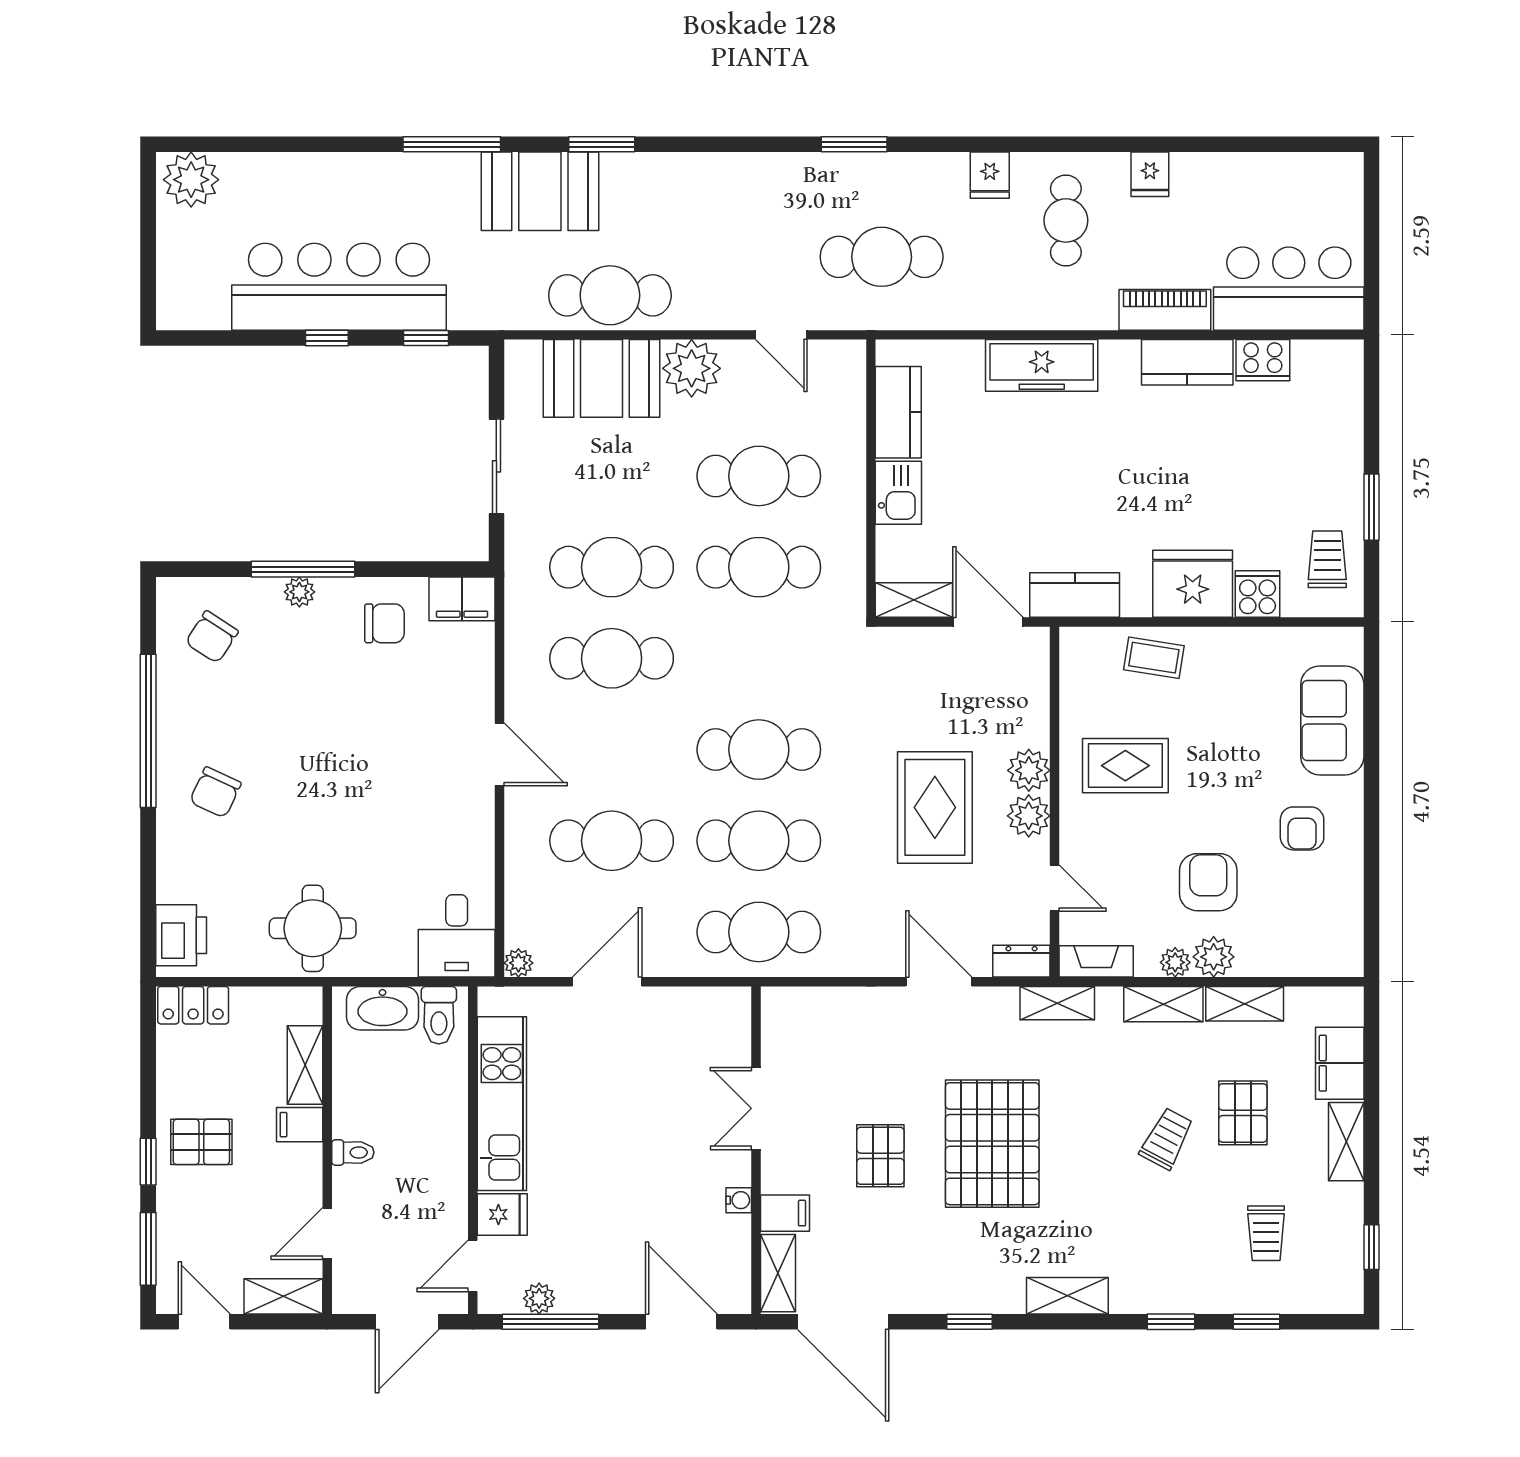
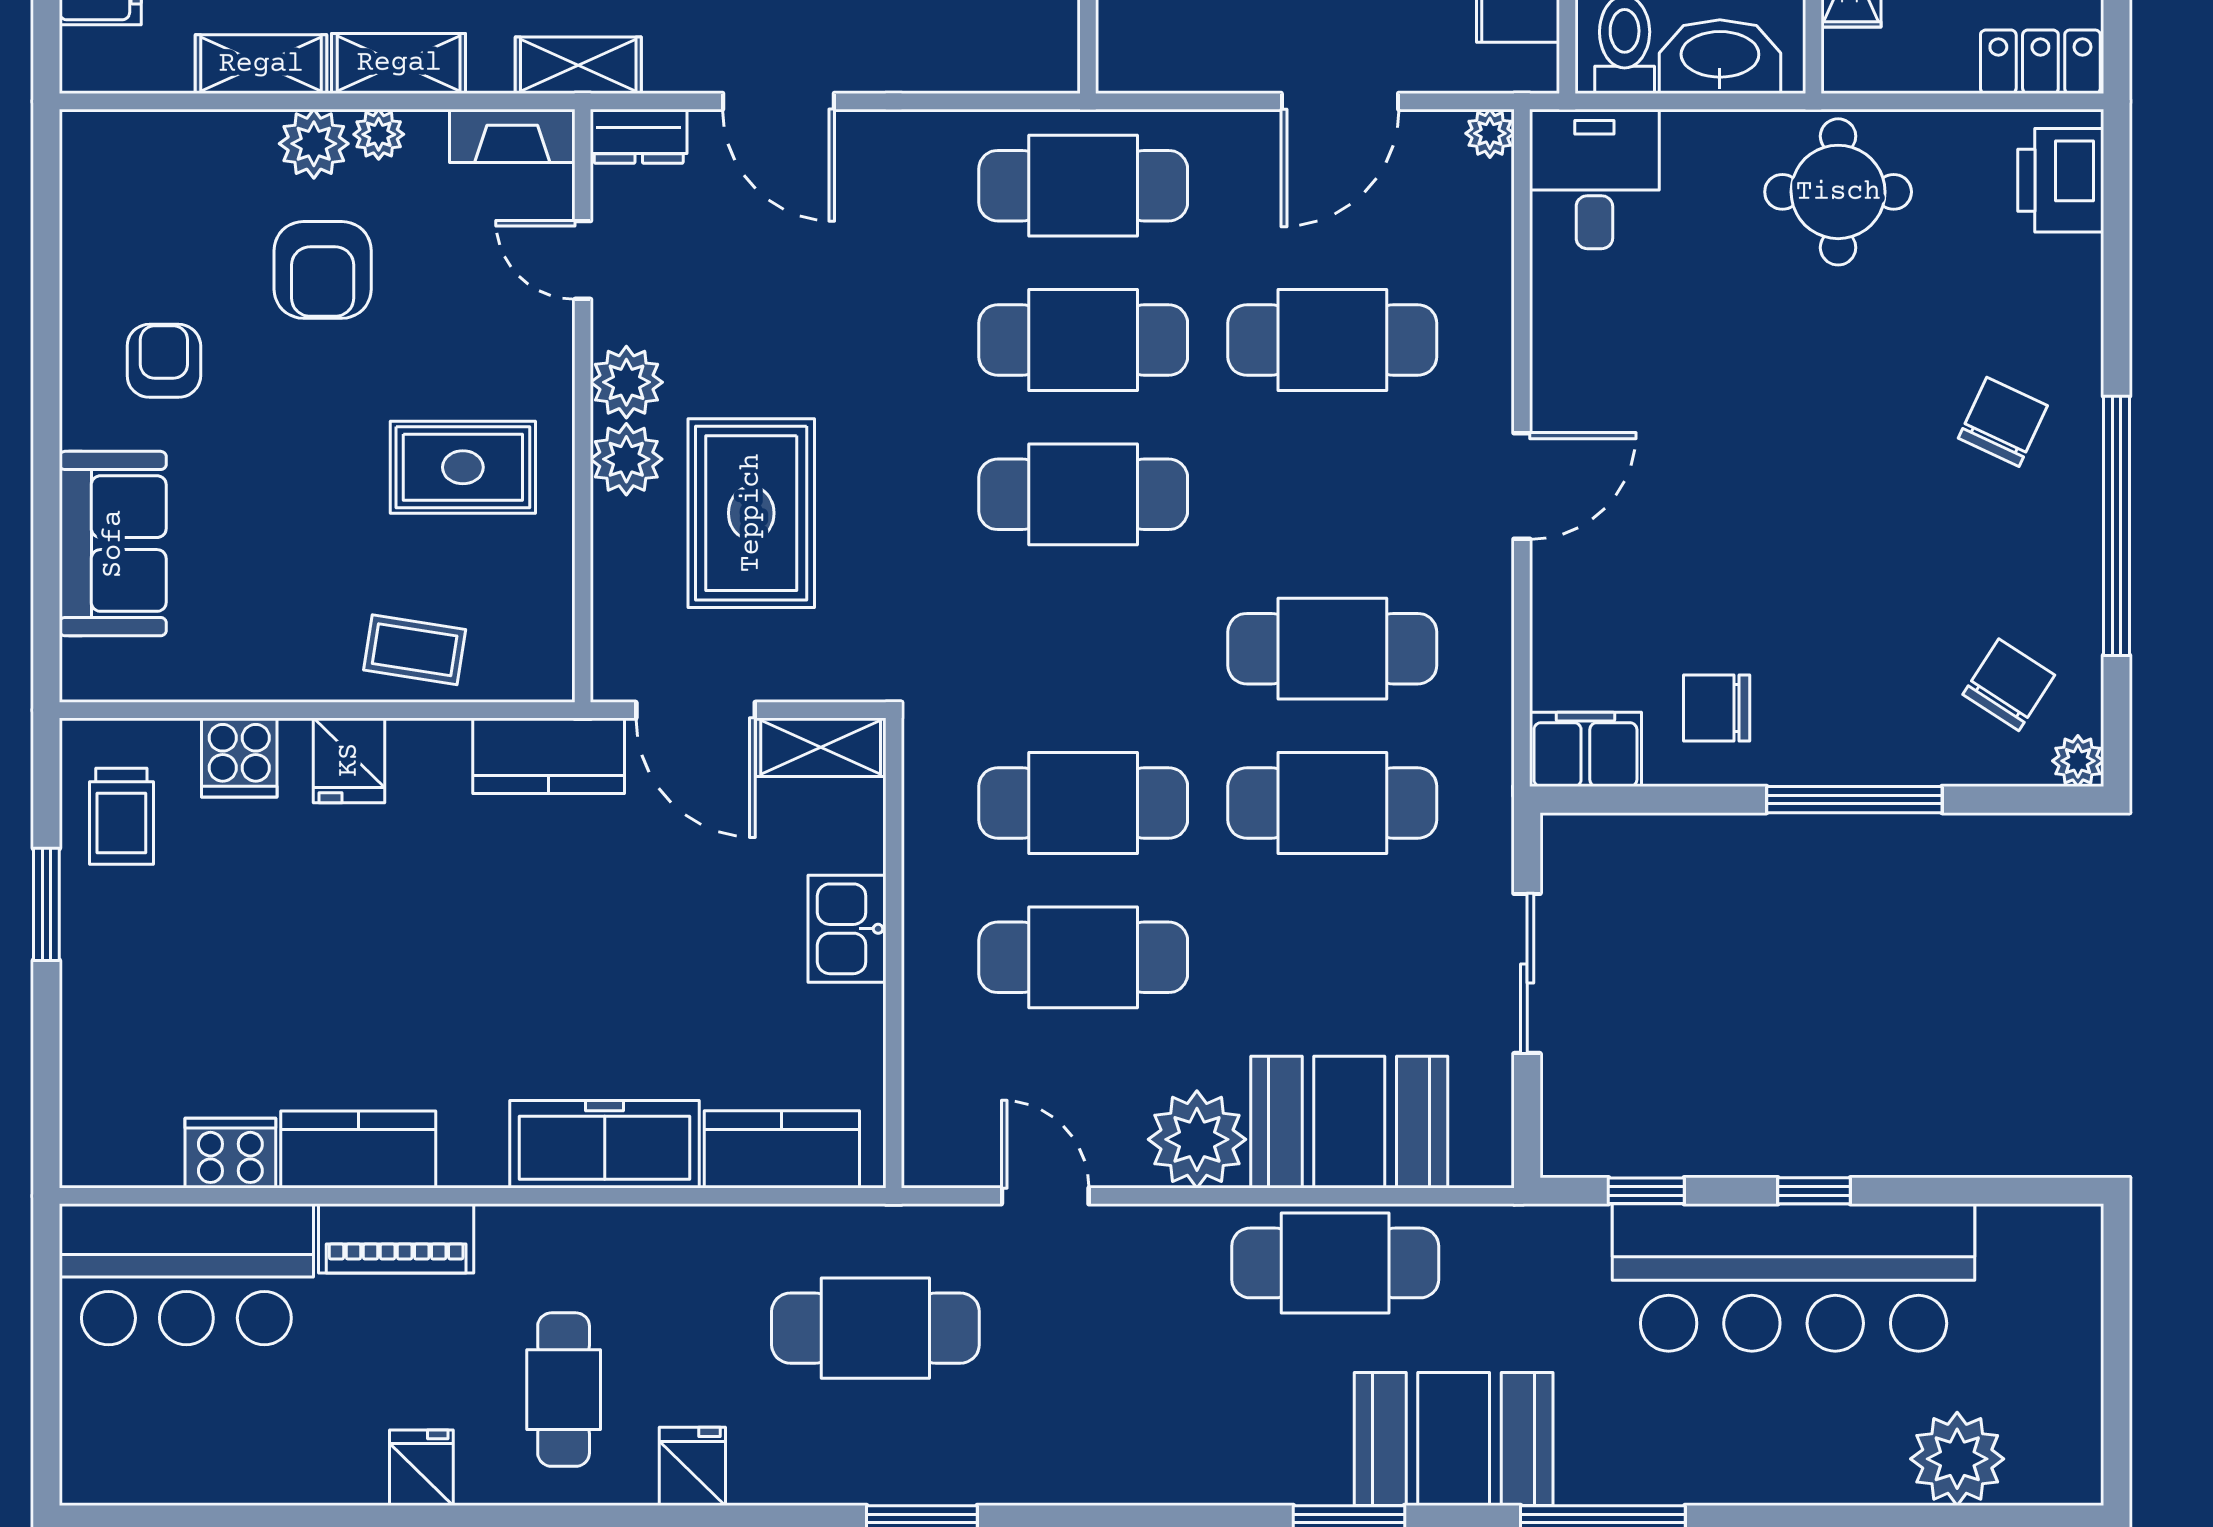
plant: (191, 180) -> (1957, 1459), moved
kitchen counter: (898, 412) -> (782, 1149), moved, turned 90
fridge: (1193, 584) -> (349, 760), width x0.53, depth x0.75
plant: (299, 592) -> (2078, 761), moved
door: (500, 754) -> (1522, 486), swing flipped
rug: (935, 807) -> (751, 513), moved

